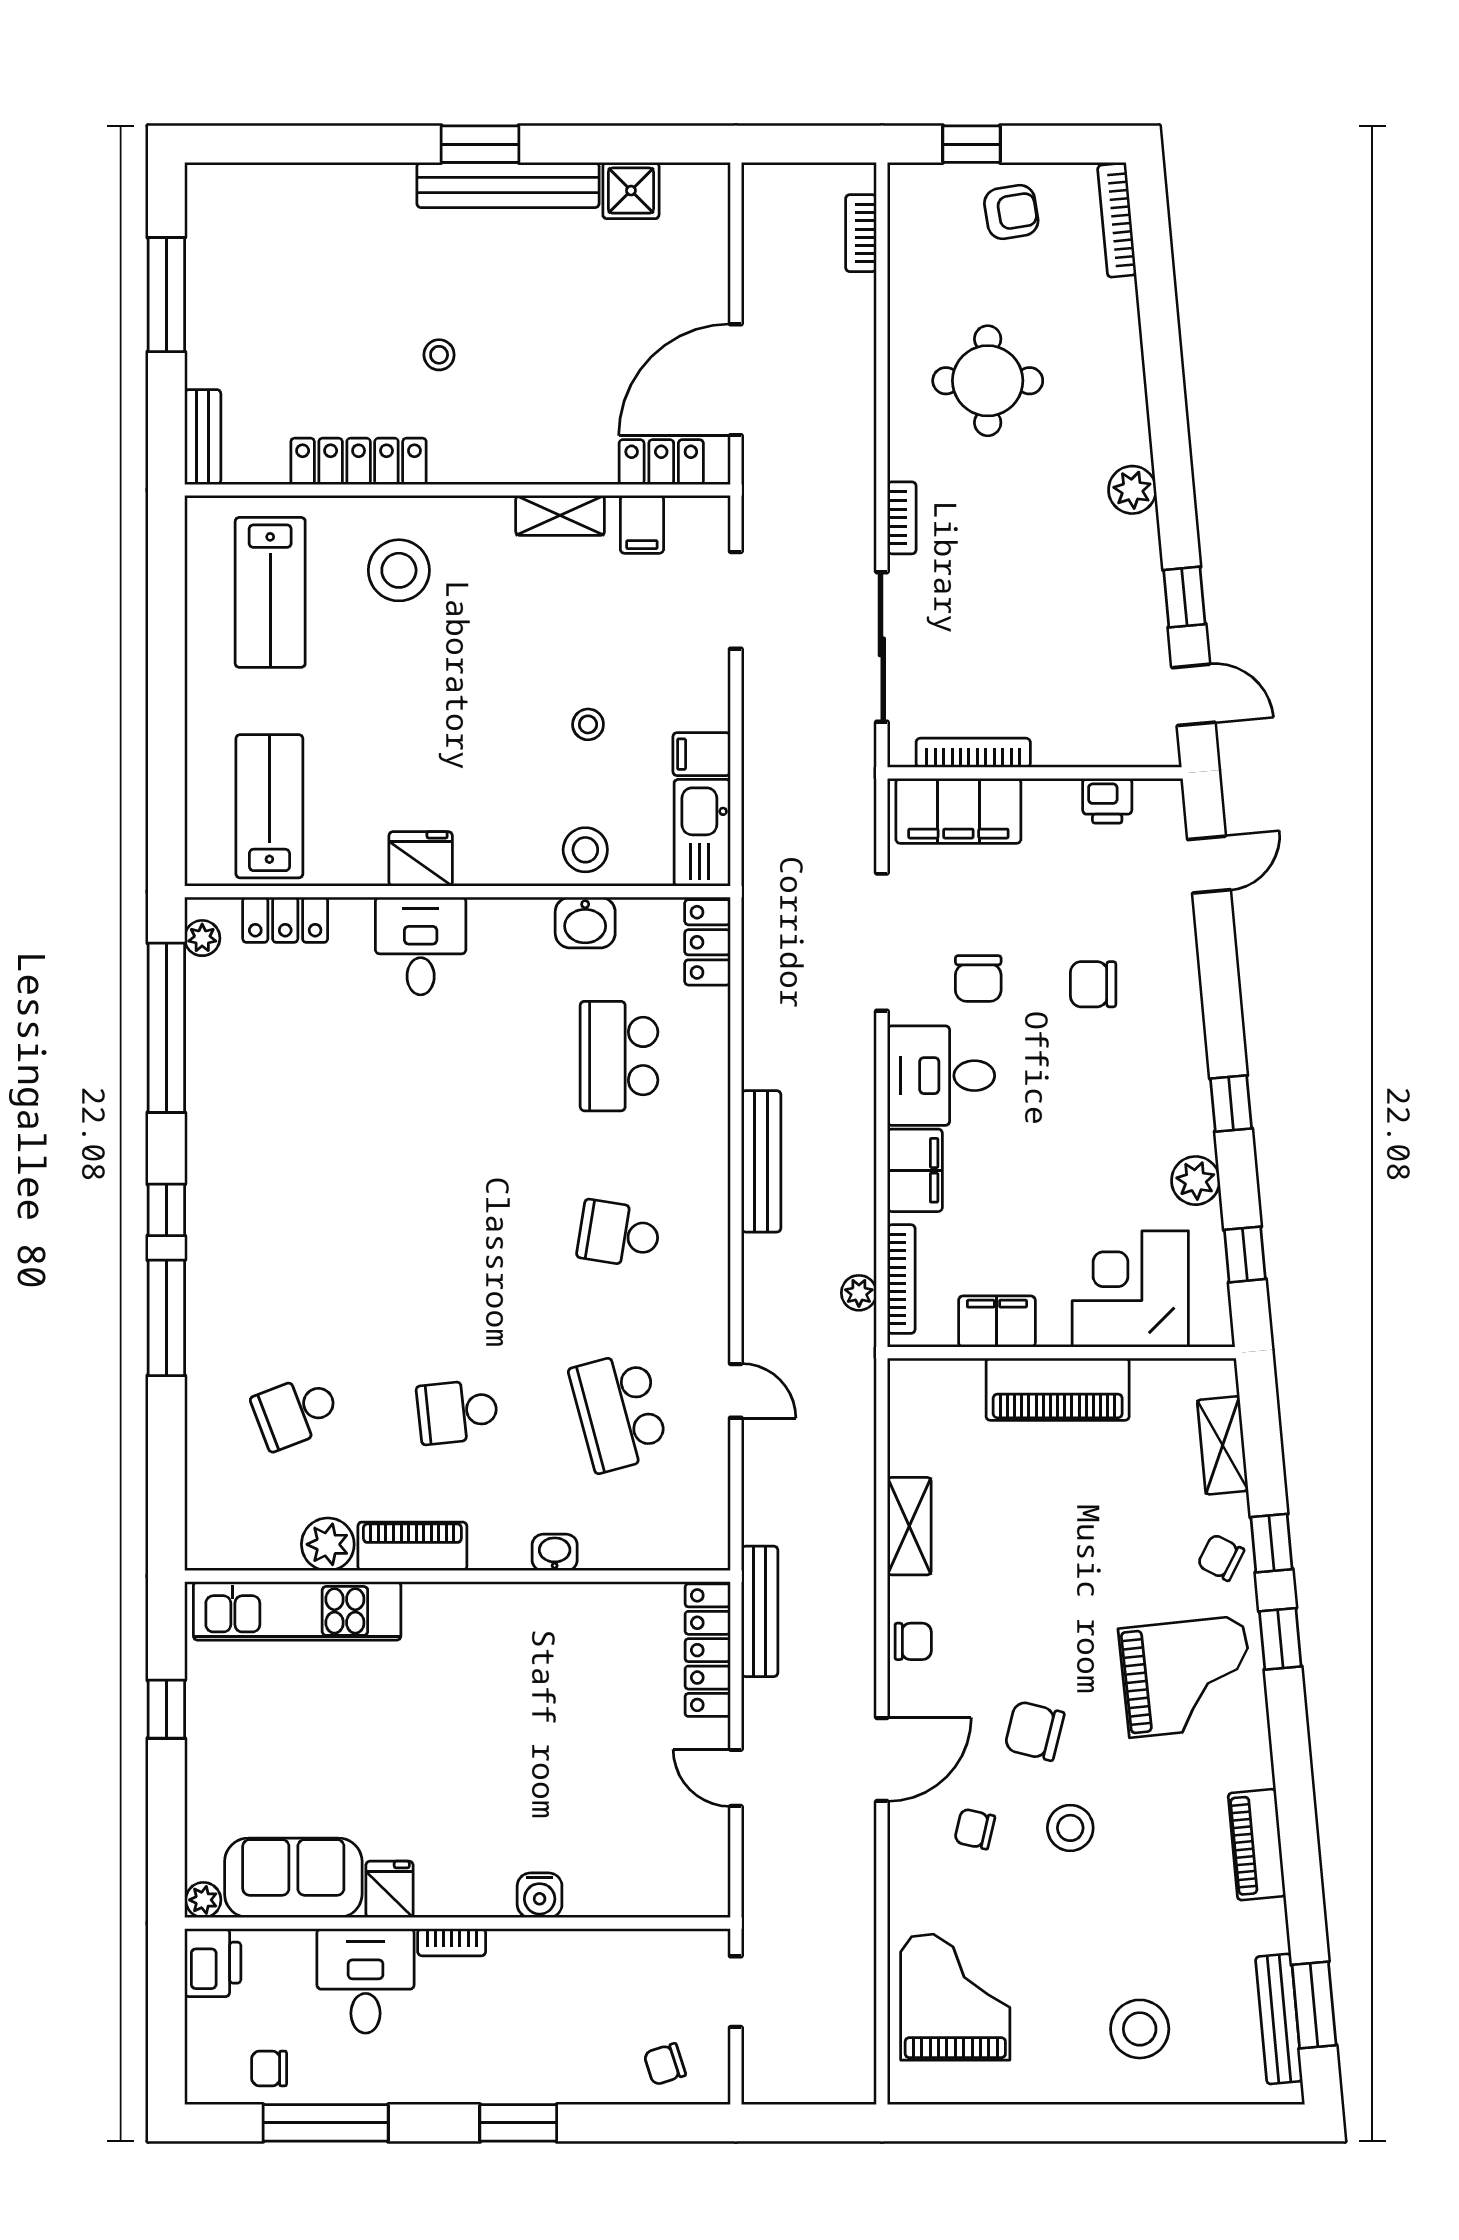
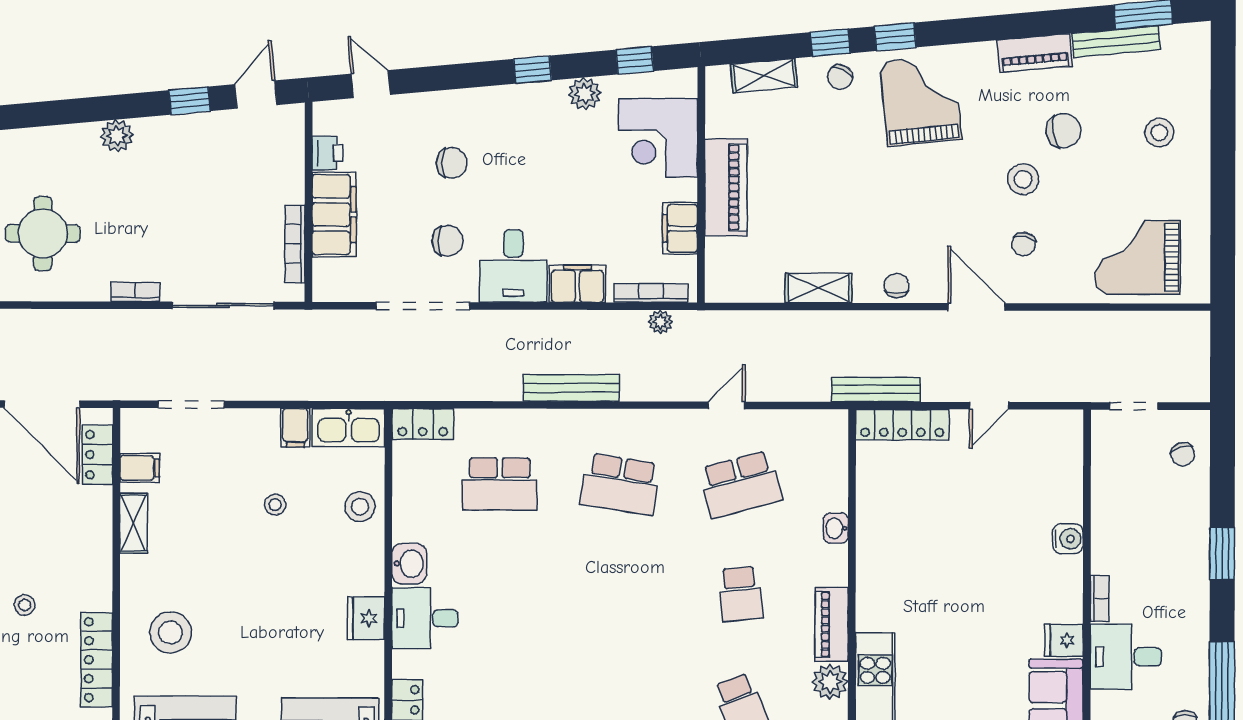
filing cabinet: (958, 811) -> (334, 215), moved
washbasin: (585, 923) -> (409, 564), moved
chair: (1093, 984) -> (452, 163), turned -90
school desk: (619, 1234) -> (620, 484), width x1.85
chair: (1034, 1731) -> (1064, 131), moved, turned -114
bench: (1279, 2019) -> (1116, 41), moved
stool: (1140, 2029) -> (1159, 133), width x0.73, depth x0.73

